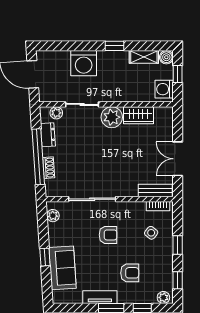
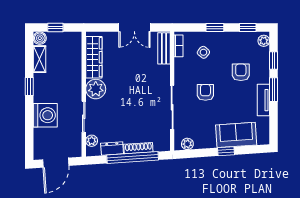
washing machine: (164, 89) -> (70, 40), removed
wardrobe: (138, 115) -> (94, 57), width x1.50
shoe rack: (49, 168) -> (138, 148), width x1.43

